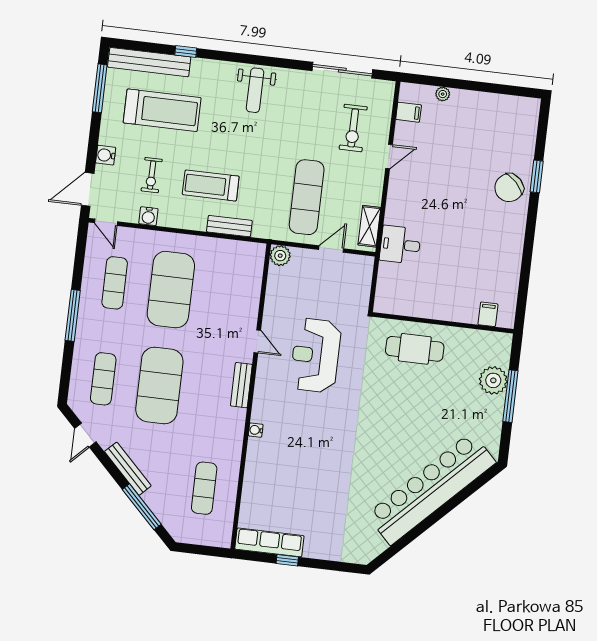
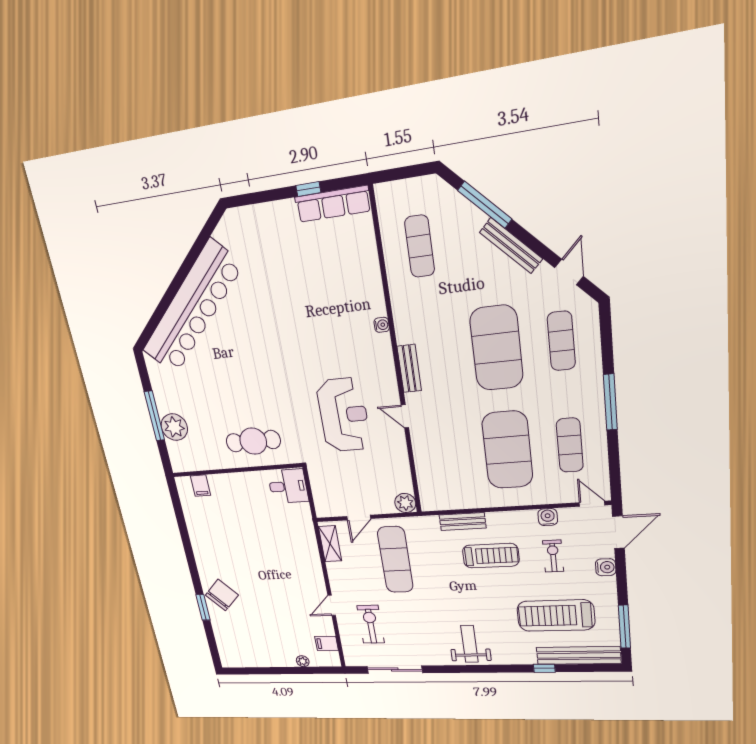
desk: (400, 245) -> (288, 486), moved

